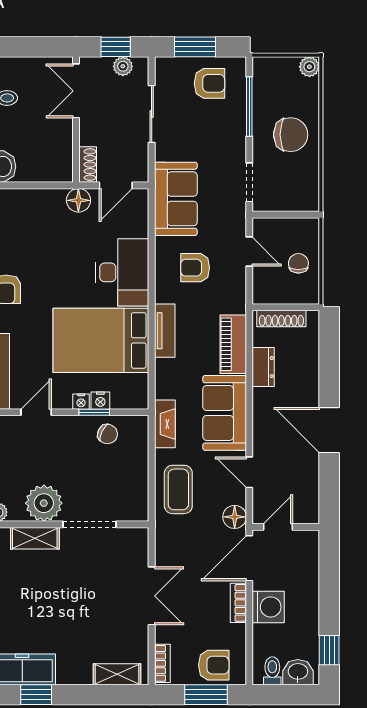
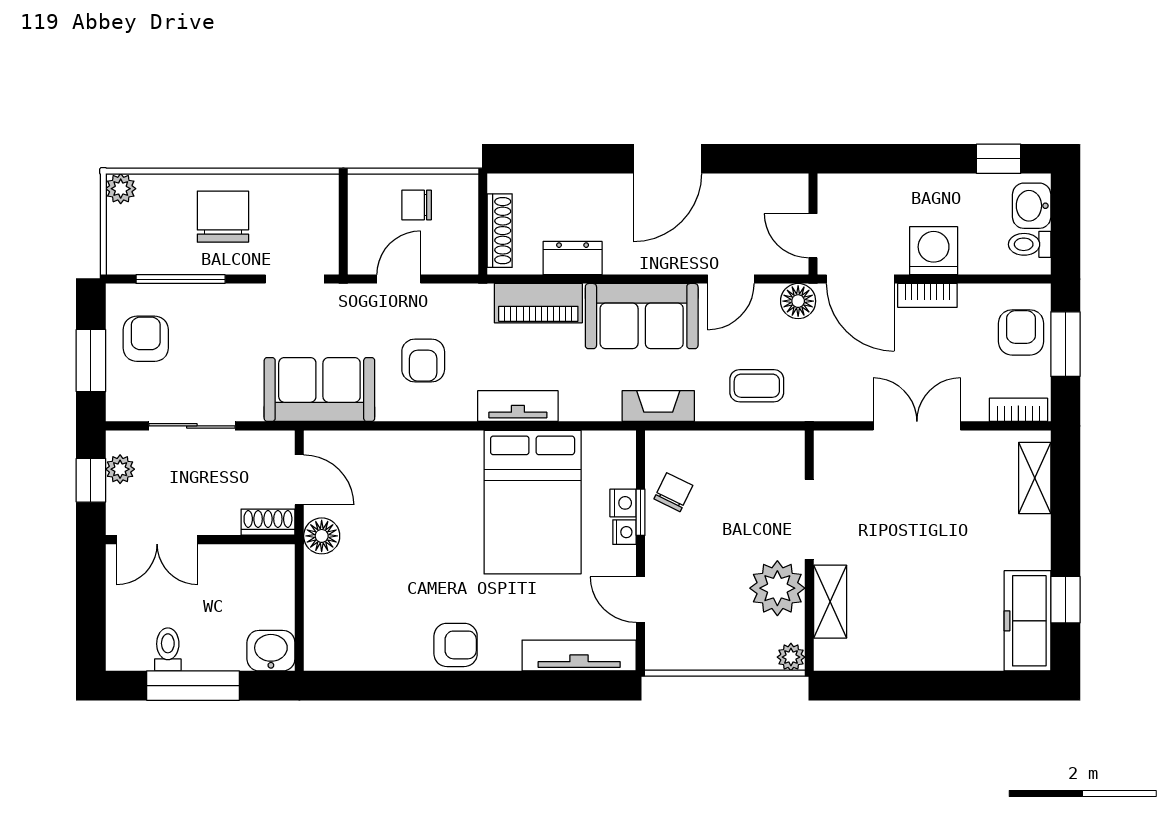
desk: (122, 272) -> (430, 470), removed
coffee table: (178, 489) -> (757, 386), width x0.73, depth x0.77

